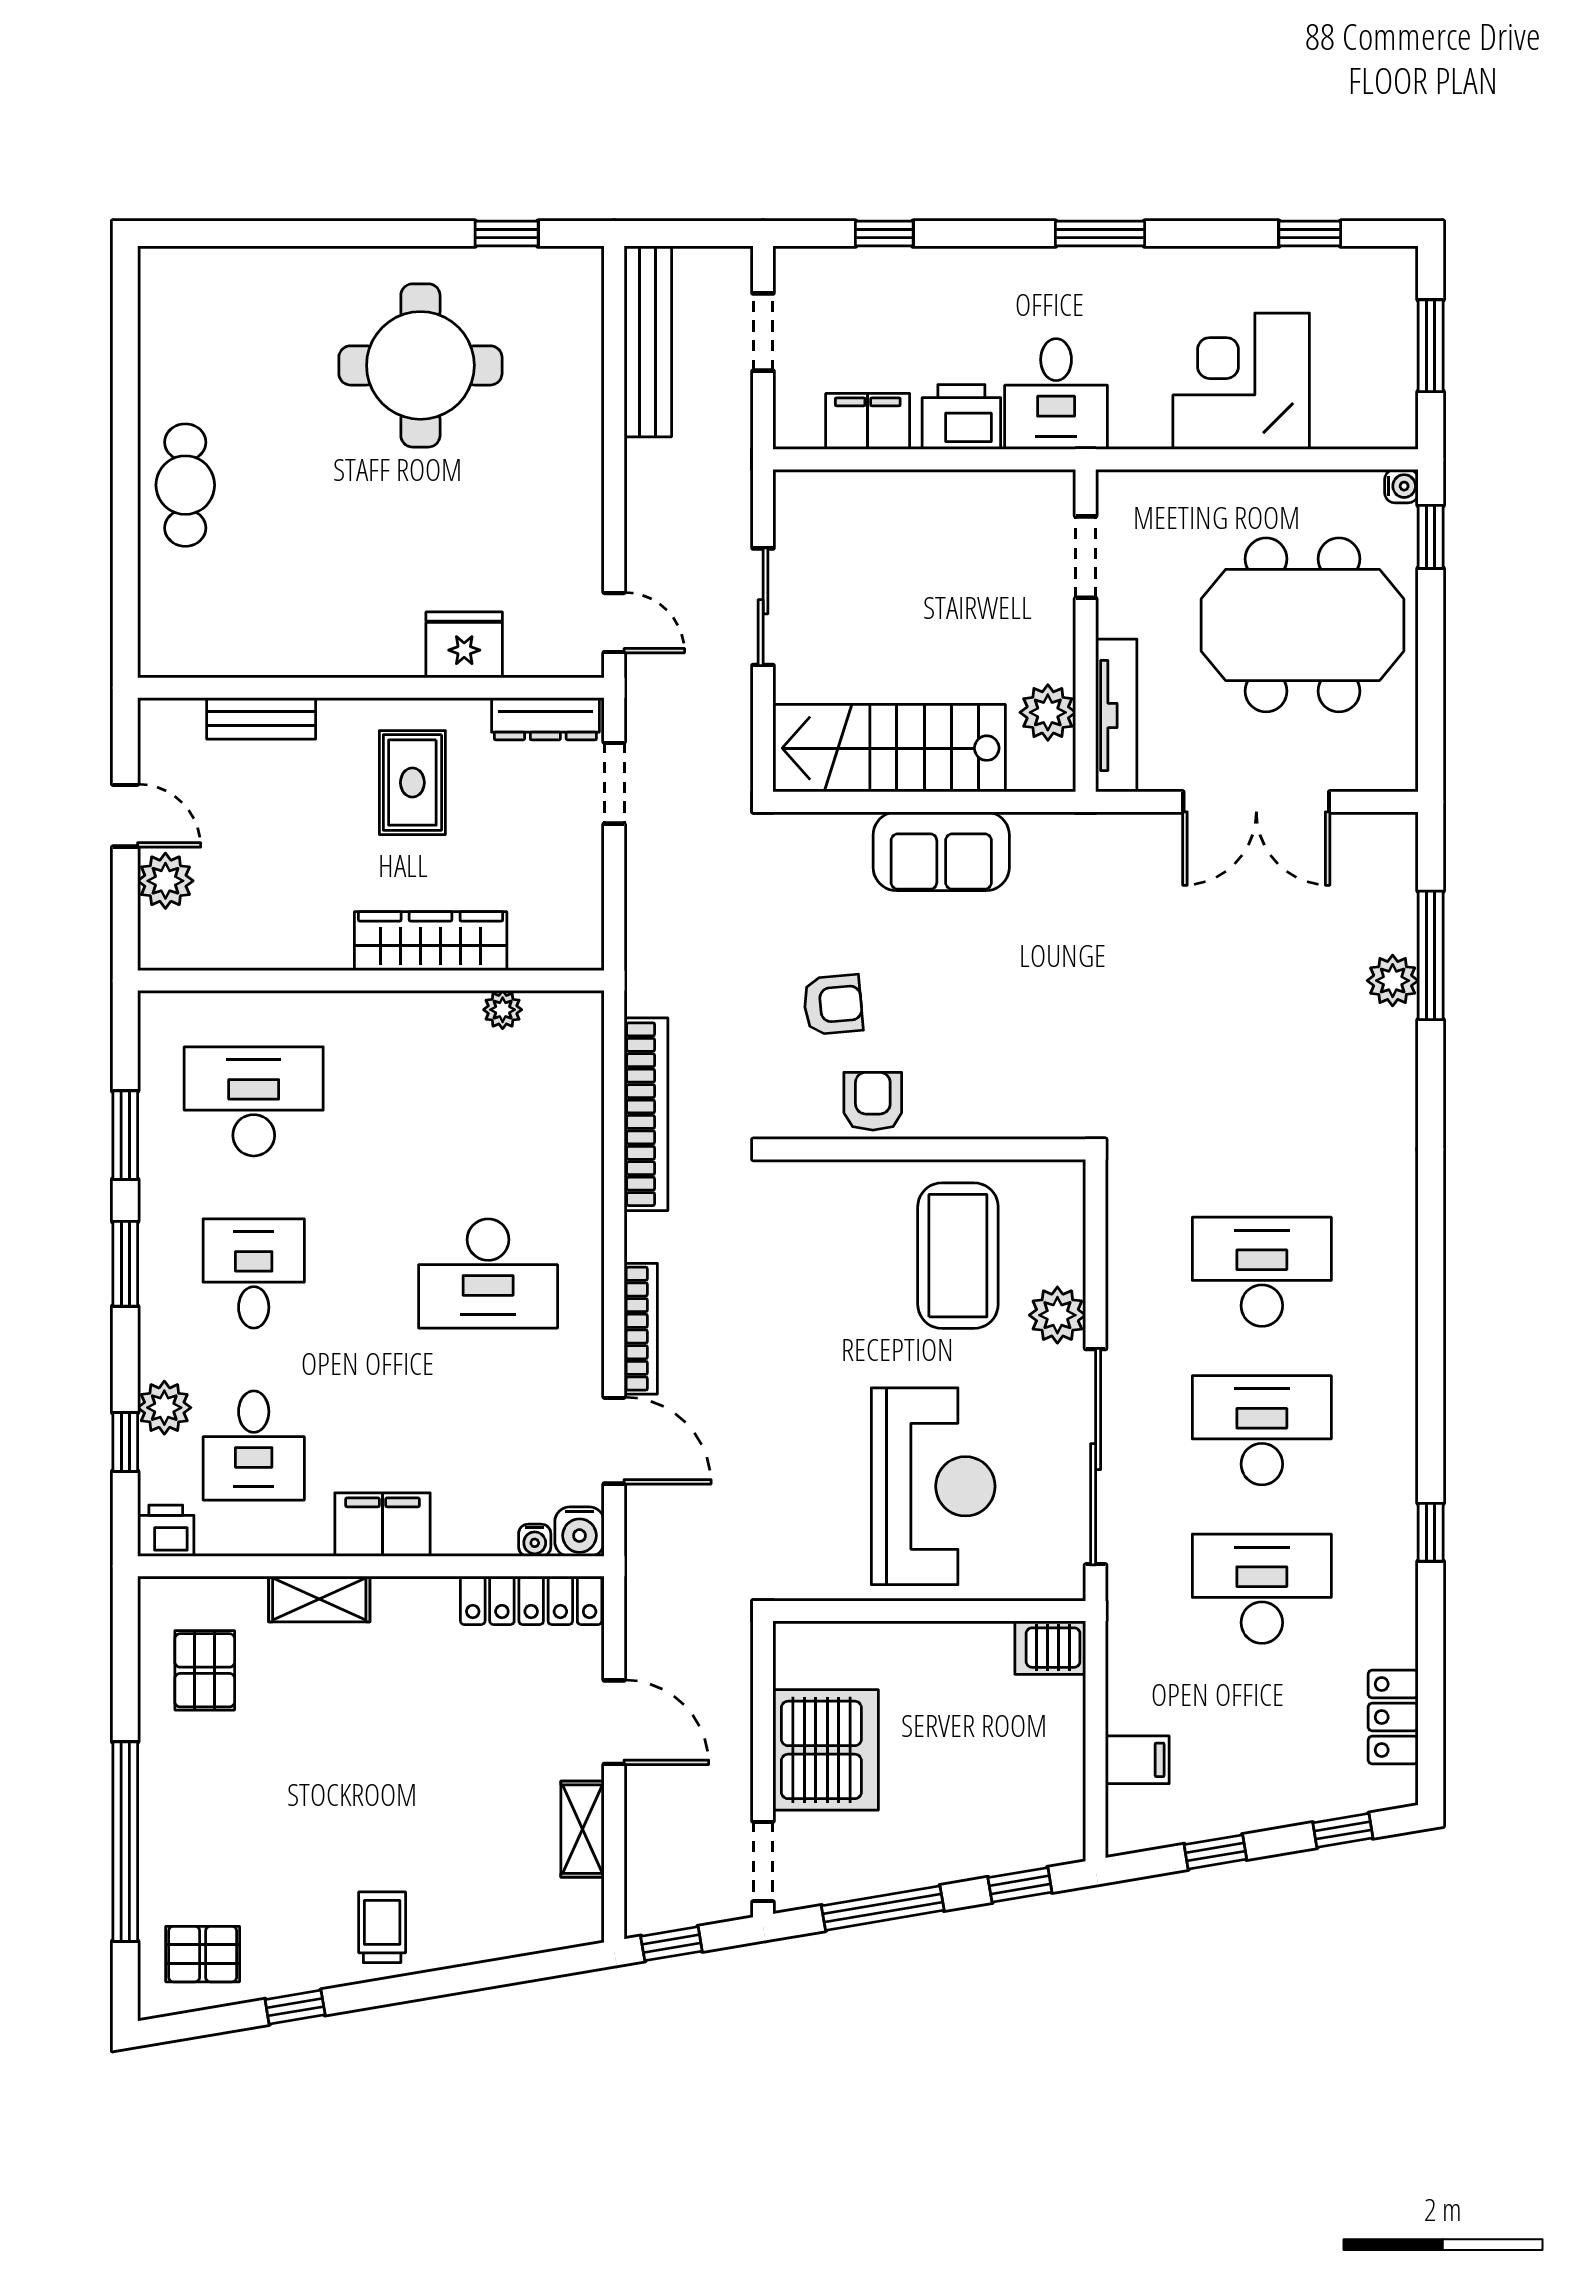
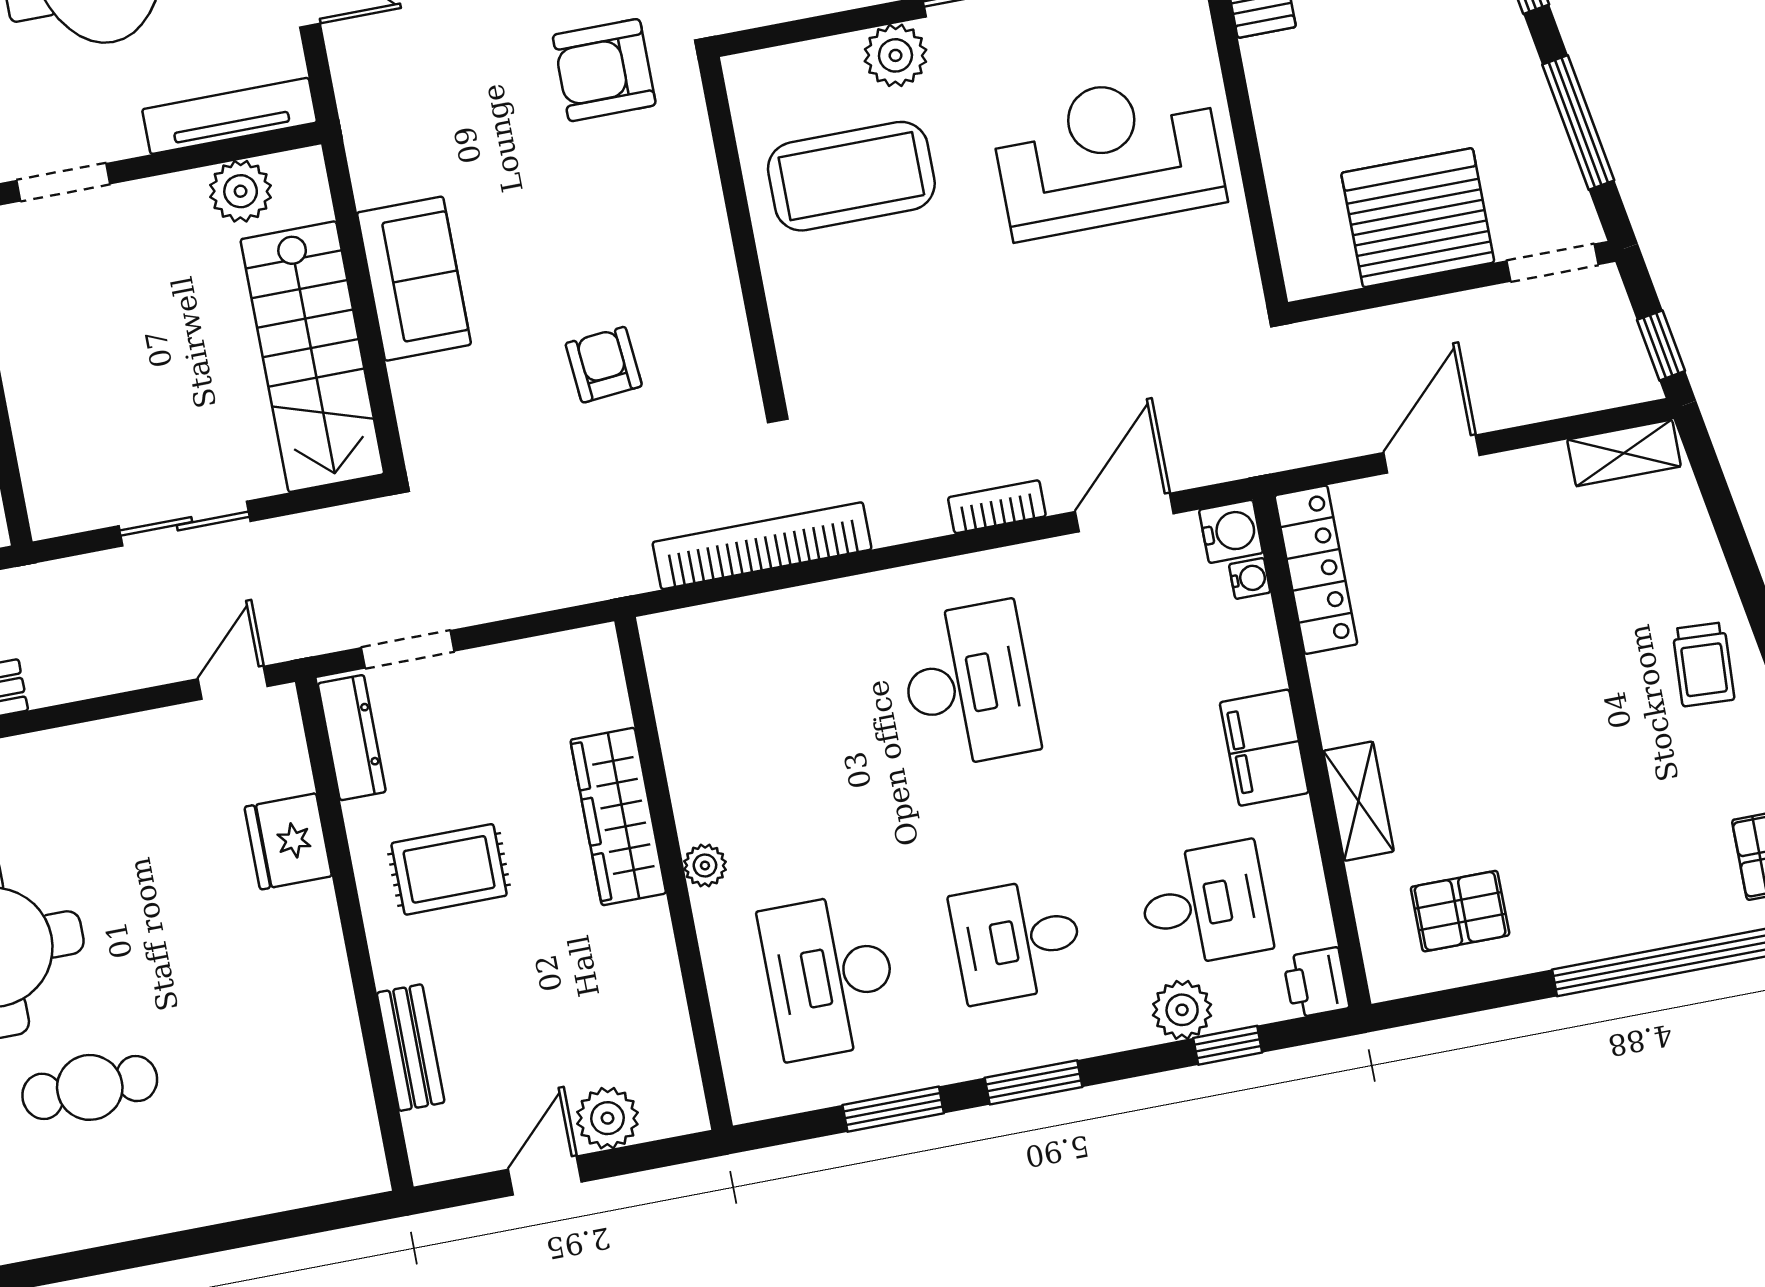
cafe table: (185, 485) -> (90, 1087), moved
plant: (503, 1010) -> (705, 865), moved
armchair: (873, 1101) -> (604, 70), moved, width x1.38, depth x1.38
bookcase: (641, 1329) -> (997, 507), width x0.64
shelving: (583, 1829) -> (1624, 453), moved
trolley: (382, 1927) -> (1703, 664), turned -87

